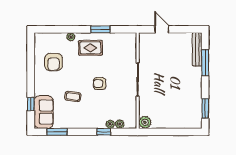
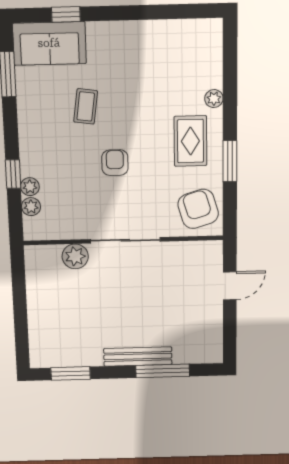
bench: (197, 49) -> (138, 357), moved
armchair: (54, 62) -> (198, 209), moved, turned 73
plant: (145, 122) -> (75, 256), moved

